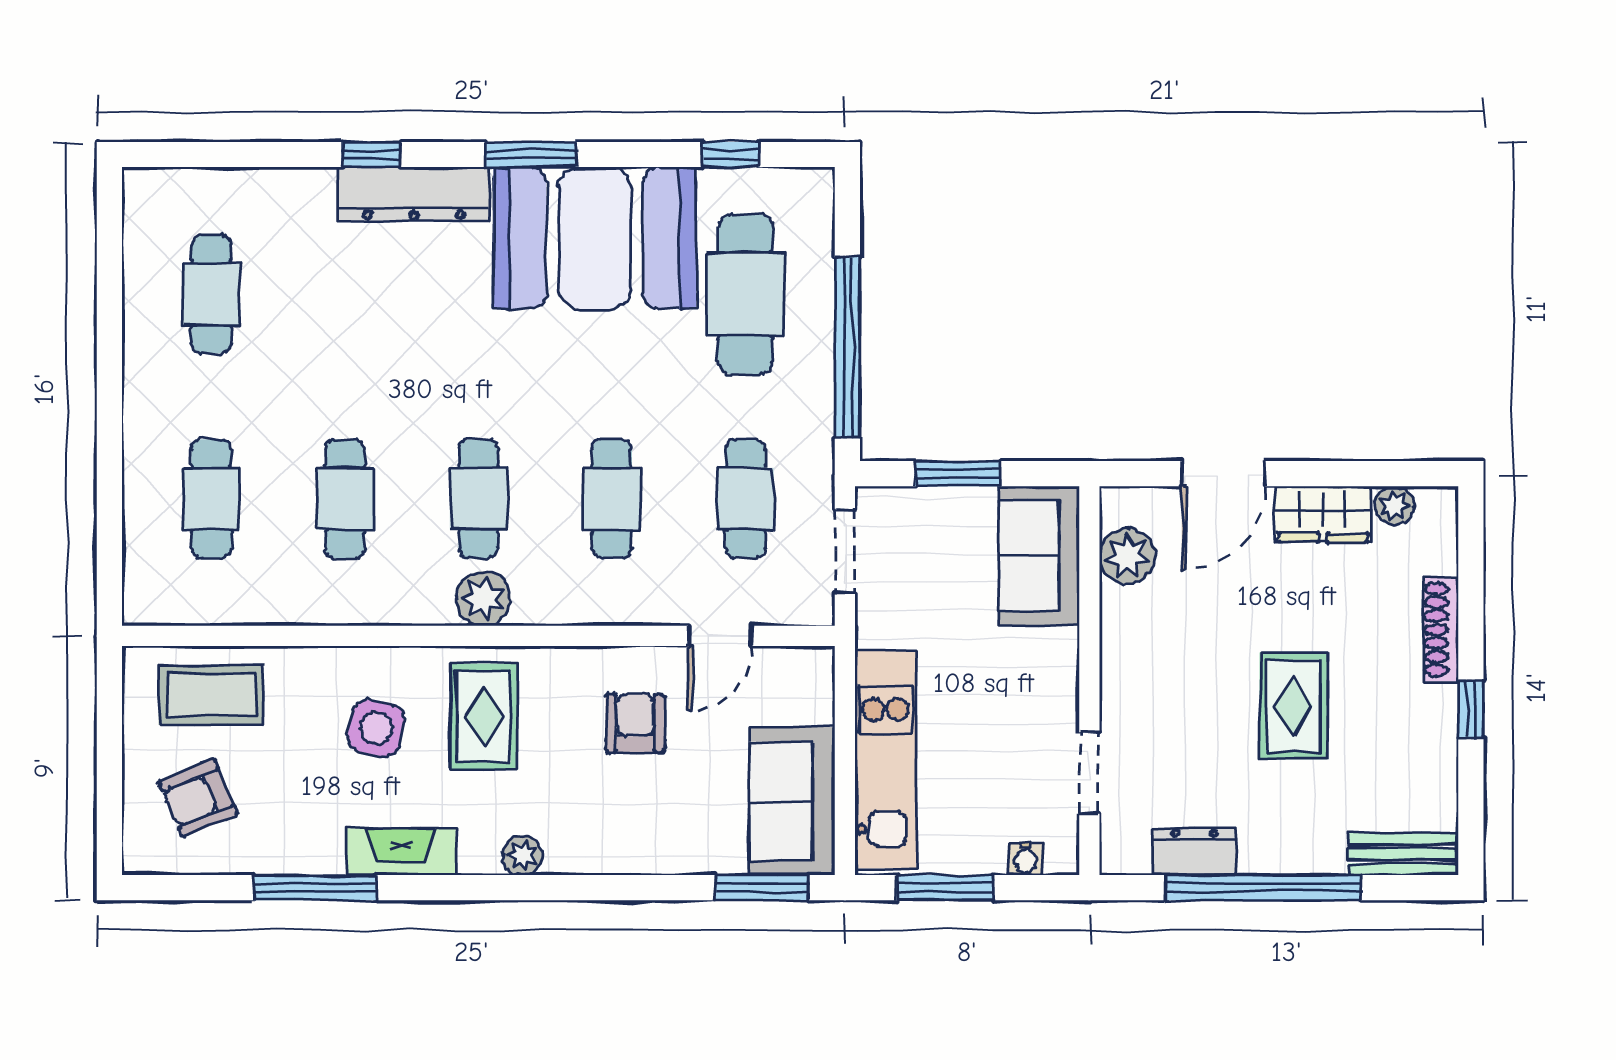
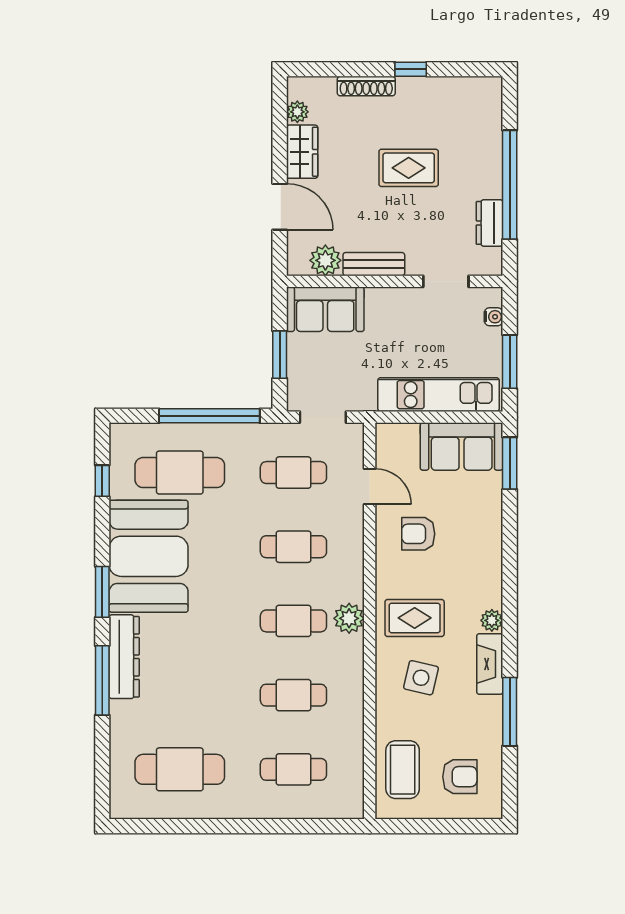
window: (372, 155) -> (102, 680), width x2.17
cafe table: (211, 294) -> (180, 769), width x1.37, depth x1.35
armchair: (198, 798) -> (460, 777), turned -67
bench: (1403, 854) -> (374, 264), moved, turned 90
plant: (522, 855) -> (492, 620), moved

